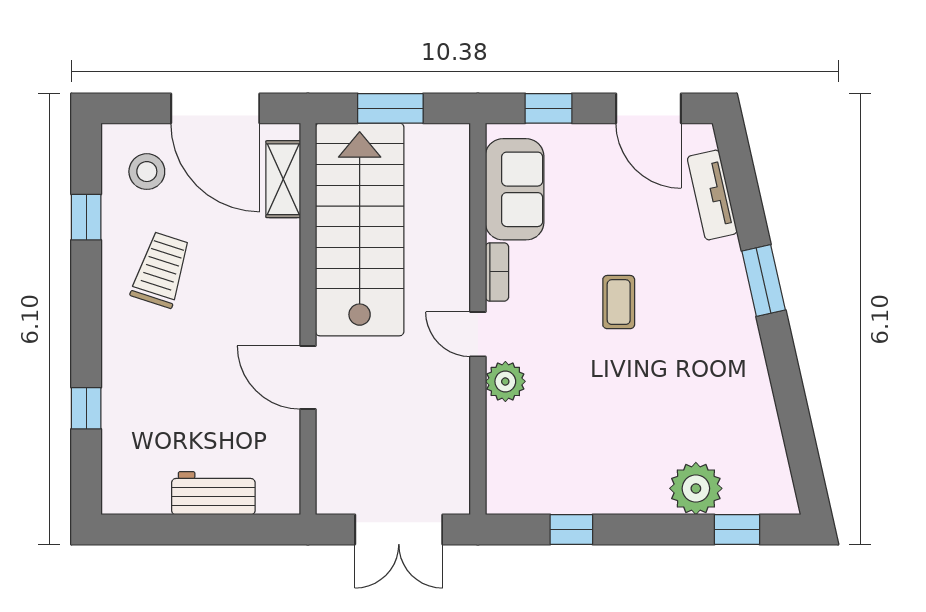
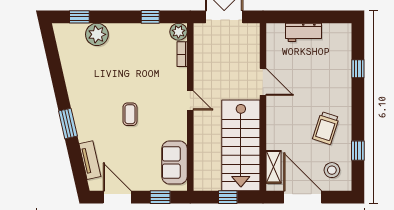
window: (390, 108) -> (228, 197), width x0.67
bookcase: (497, 272) -> (182, 54), moved
plant: (505, 381) -> (178, 32), moved

